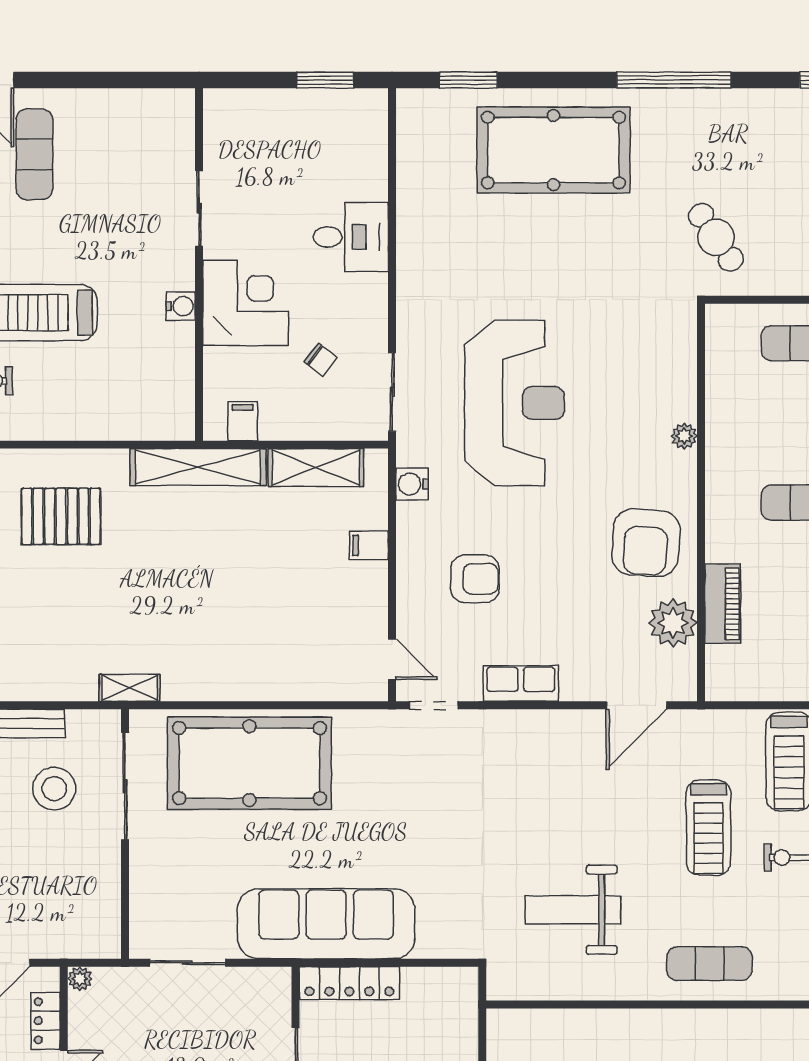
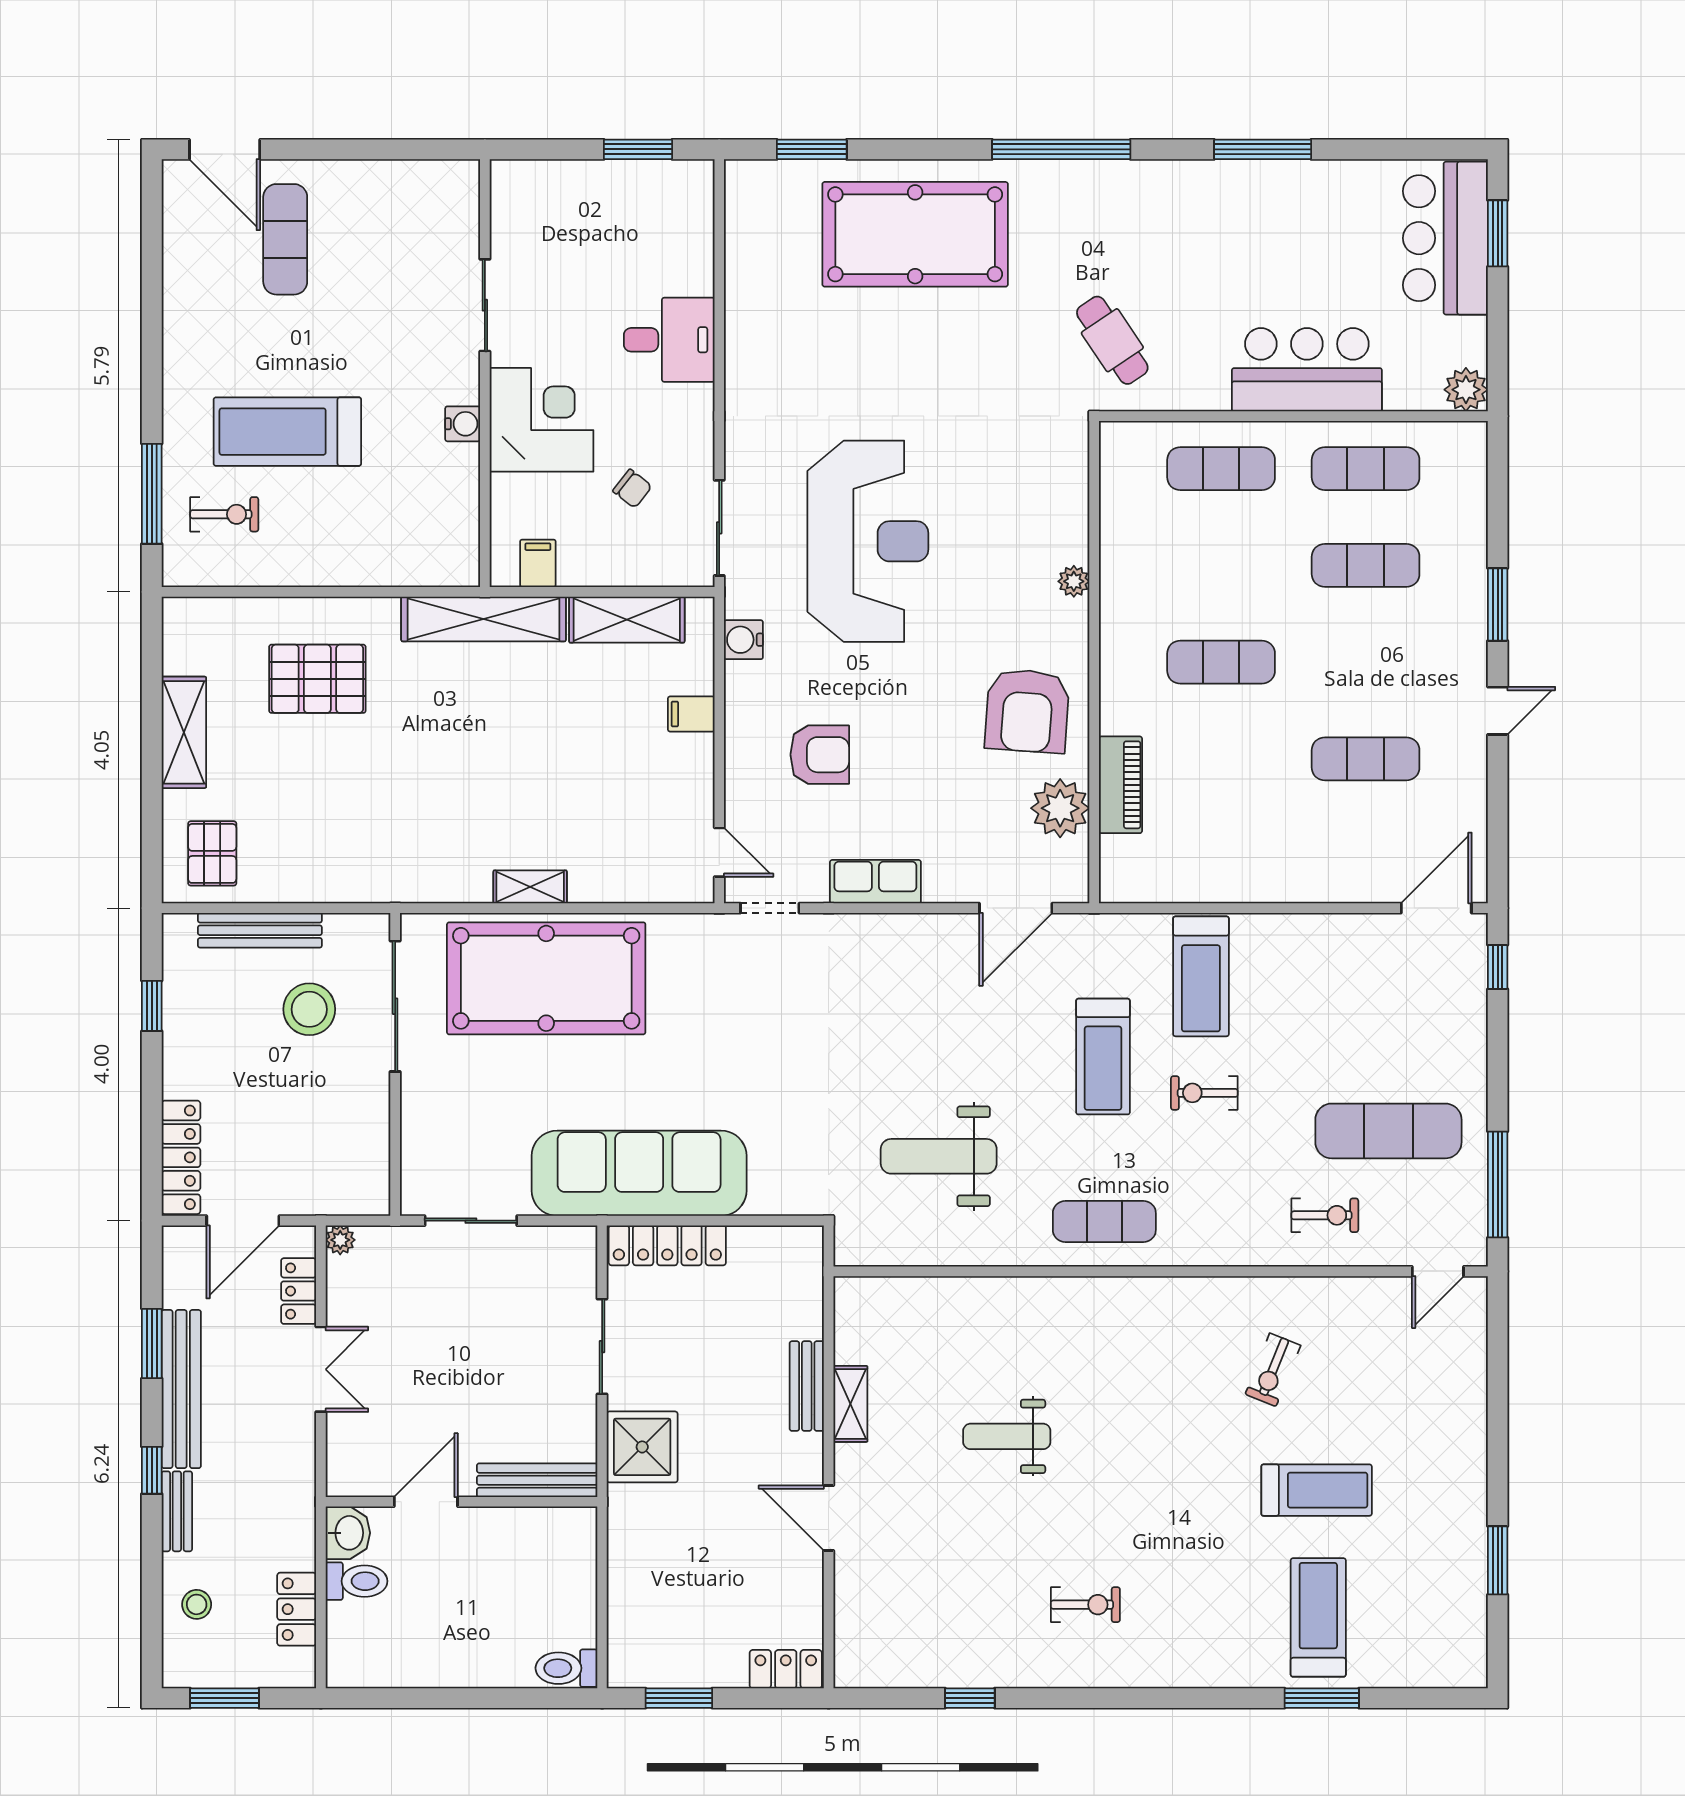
shelving: (130, 688) -> (530, 887), moved

